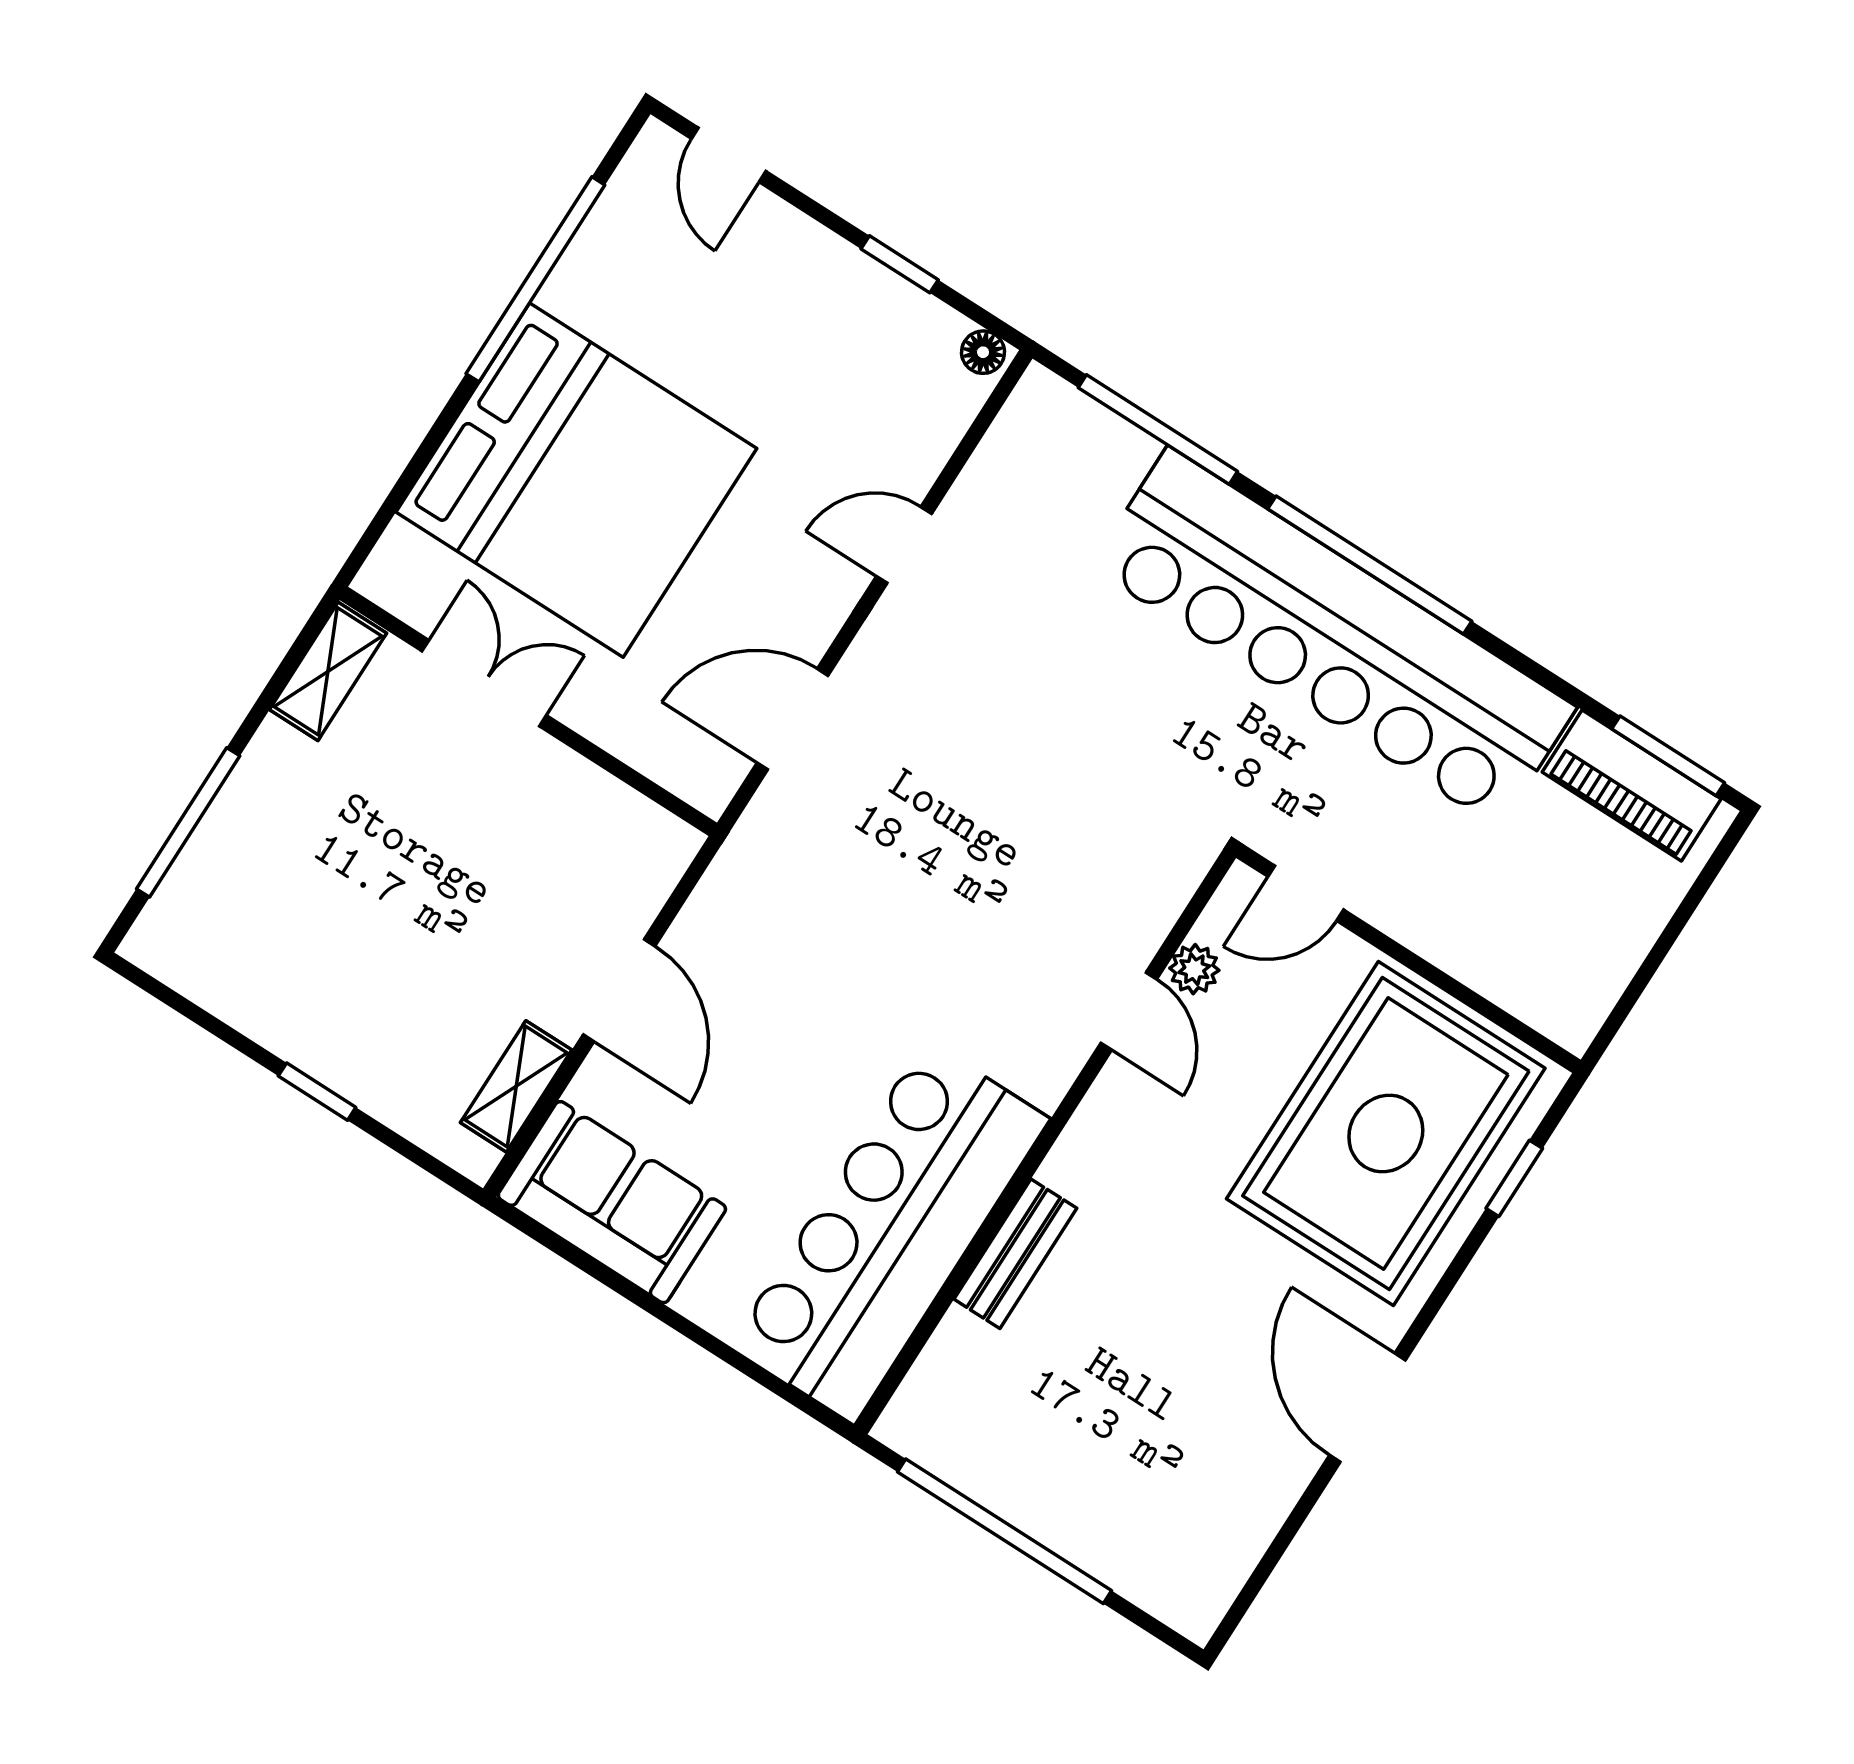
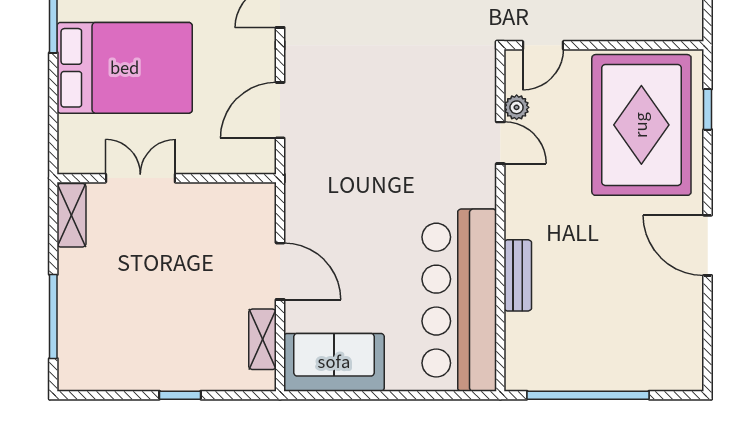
bed: (576, 480) -> (125, 68), width x0.73

